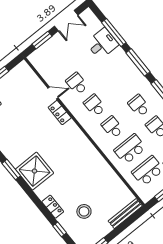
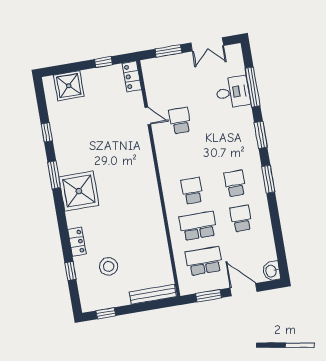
window: (138, 62) -> (261, 135), width x0.69
school desk: (95, 105) -> (186, 156), removed
locker: (60, 113) -> (132, 76), moved

